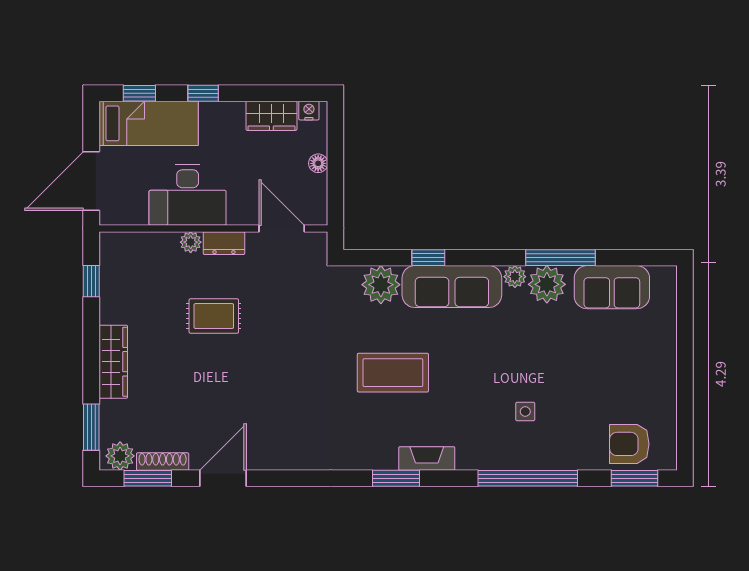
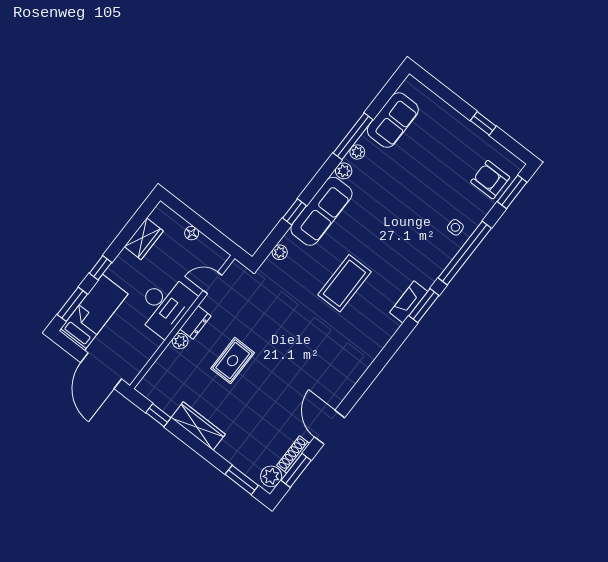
window: (139, 93) -> (72, 304), width x1.50
nightstand: (309, 111) -> (157, 215), removed
desk: (188, 195) -> (165, 305), moved
door: (282, 228) -> (213, 283), width x0.73
plant: (547, 284) -> (357, 152), width x0.53, depth x0.53
plant: (381, 285) -> (280, 252), width x0.53, depth x0.53
wardrobe: (113, 362) -> (198, 426), moved
window: (685, 389) -> (483, 123), added
side table: (525, 412) -> (455, 227), moved
armchair: (629, 444) -> (490, 180), turned 90
window: (396, 478) -> (424, 306), moved

